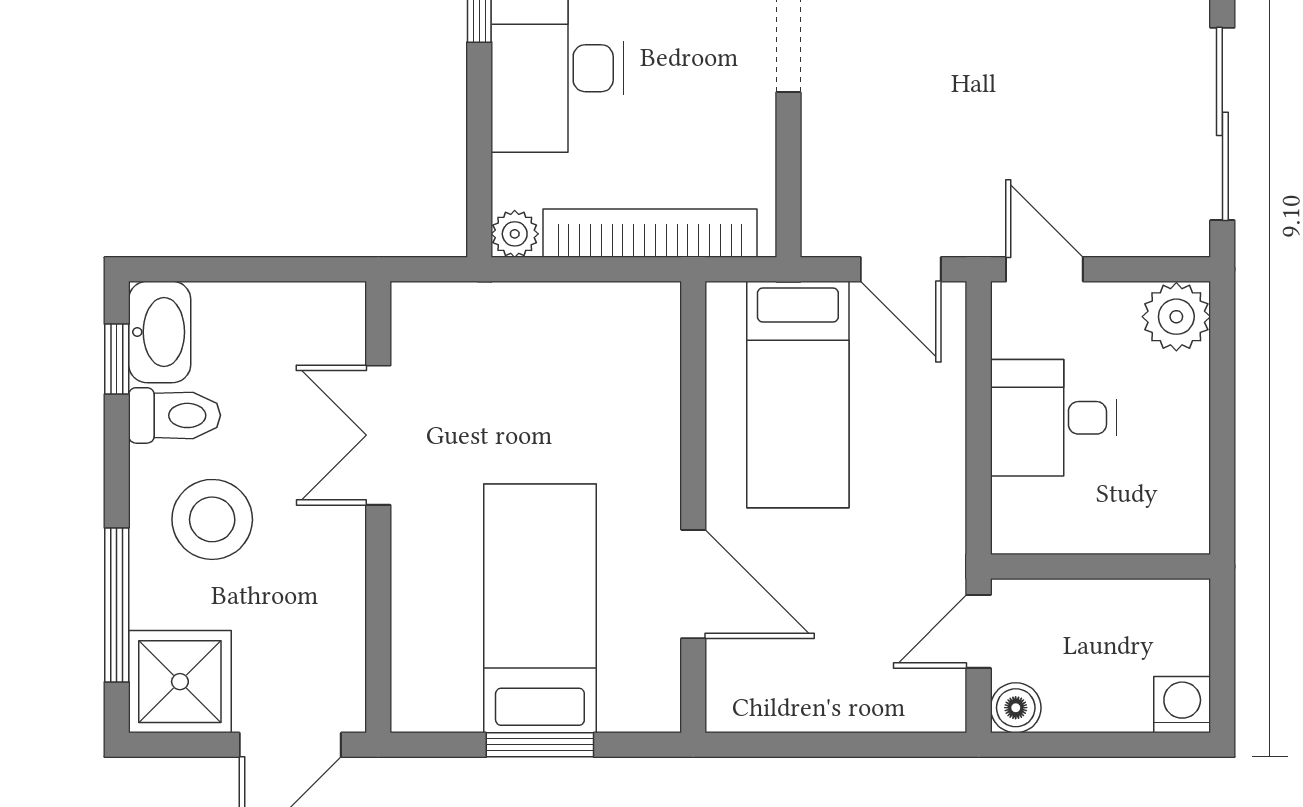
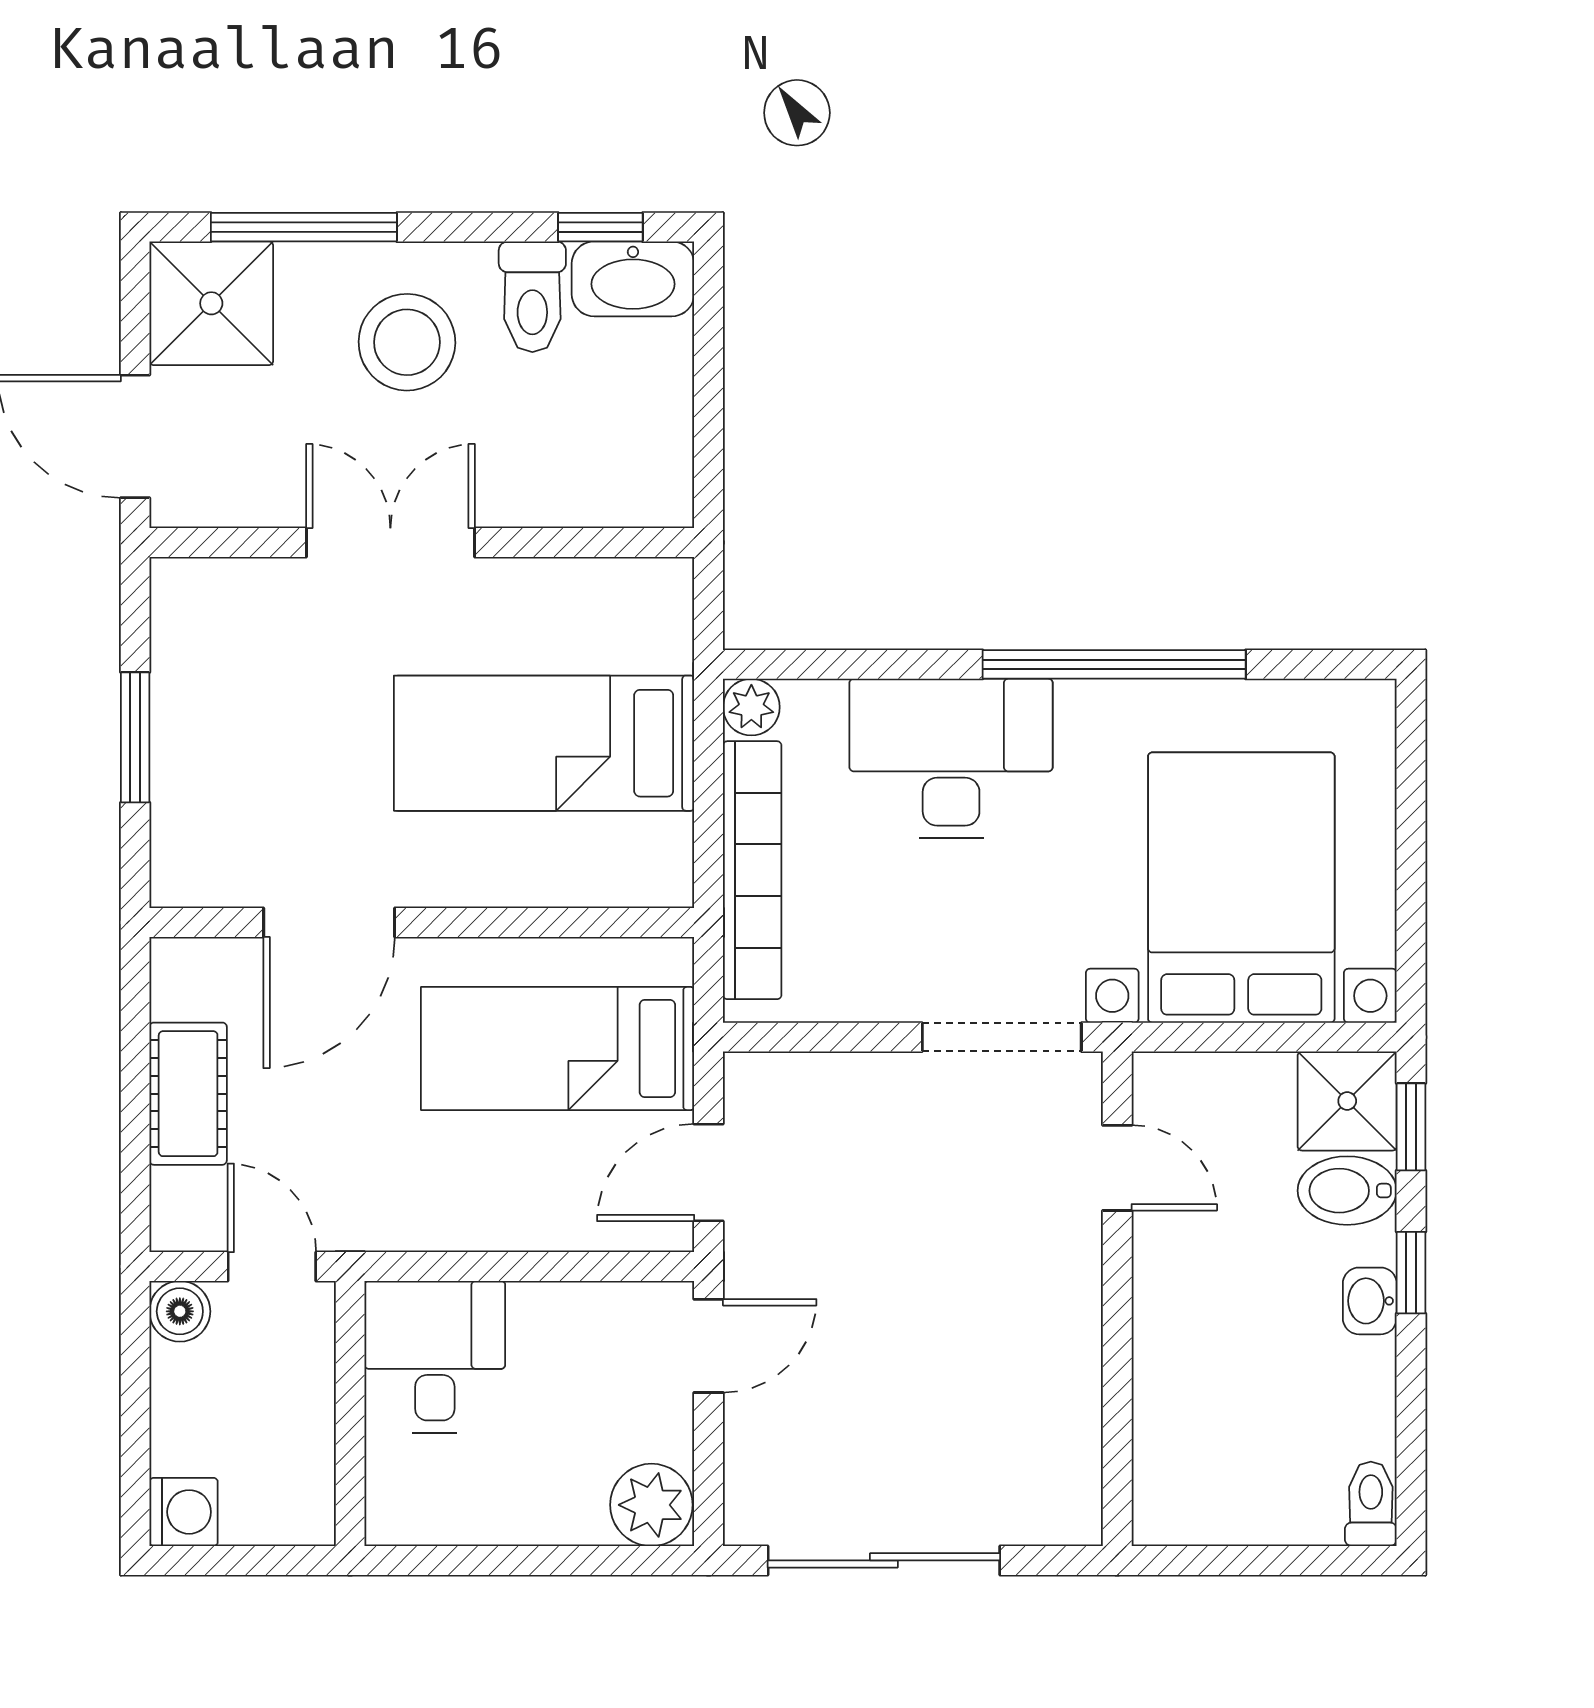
desk: (1053, 418) -> (435, 1357), moved
double door: (378, 435) -> (390, 542), moved
bed: (540, 608) -> (544, 743), moved, turned 180
cot: (835, 701) -> (188, 1094), added

